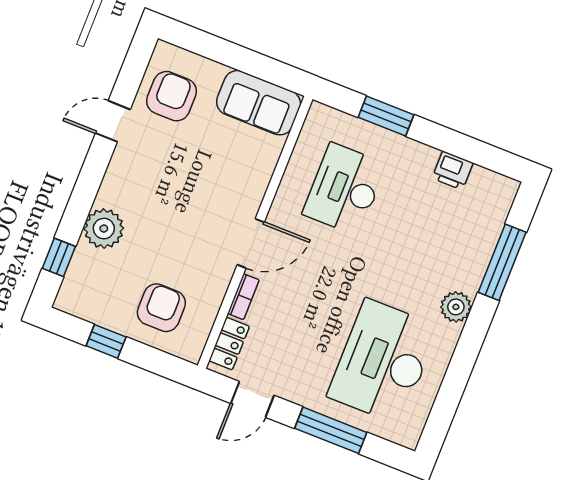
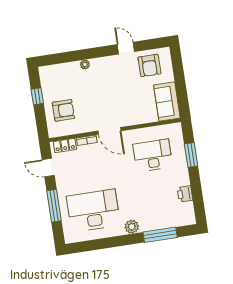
armchair: (171, 96) -> (149, 66), turned 90
plant: (104, 229) -> (85, 64), width x0.53, depth x0.53
window: (59, 257) -> (60, 58), removed

